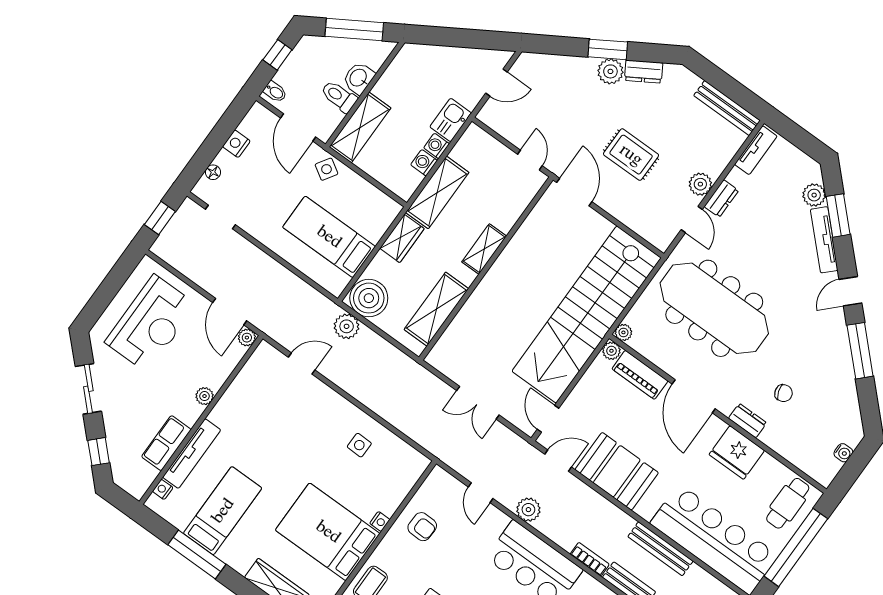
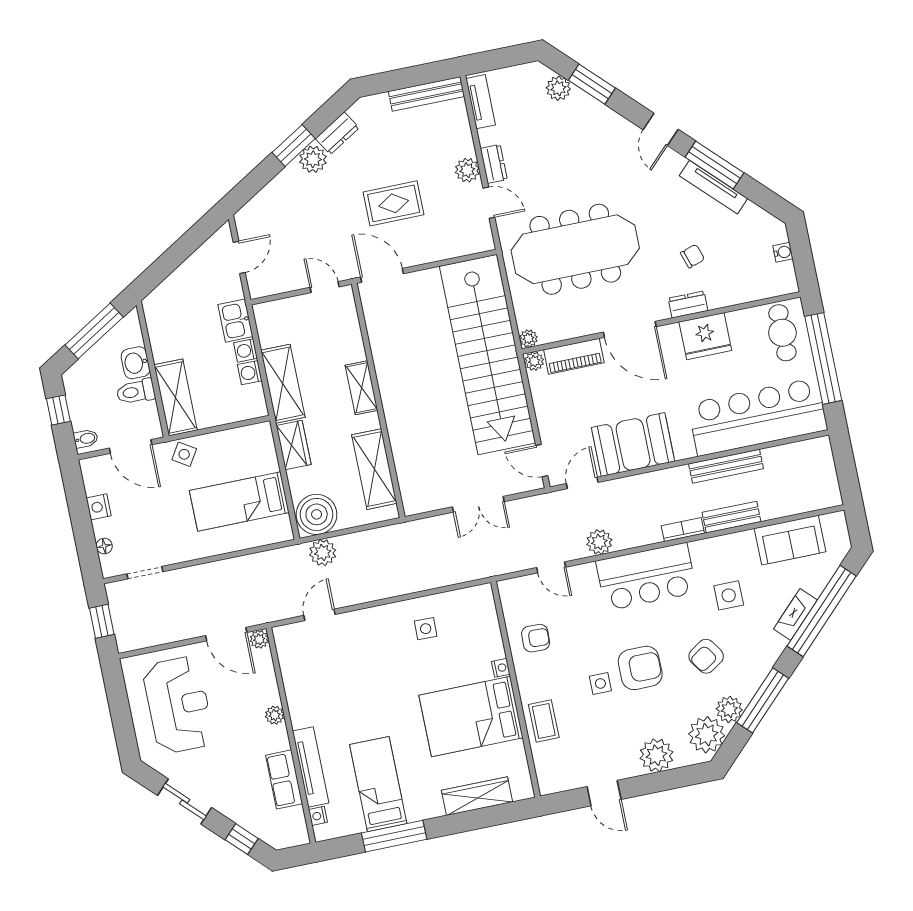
tv unit: (824, 240) -> (713, 187), moved

